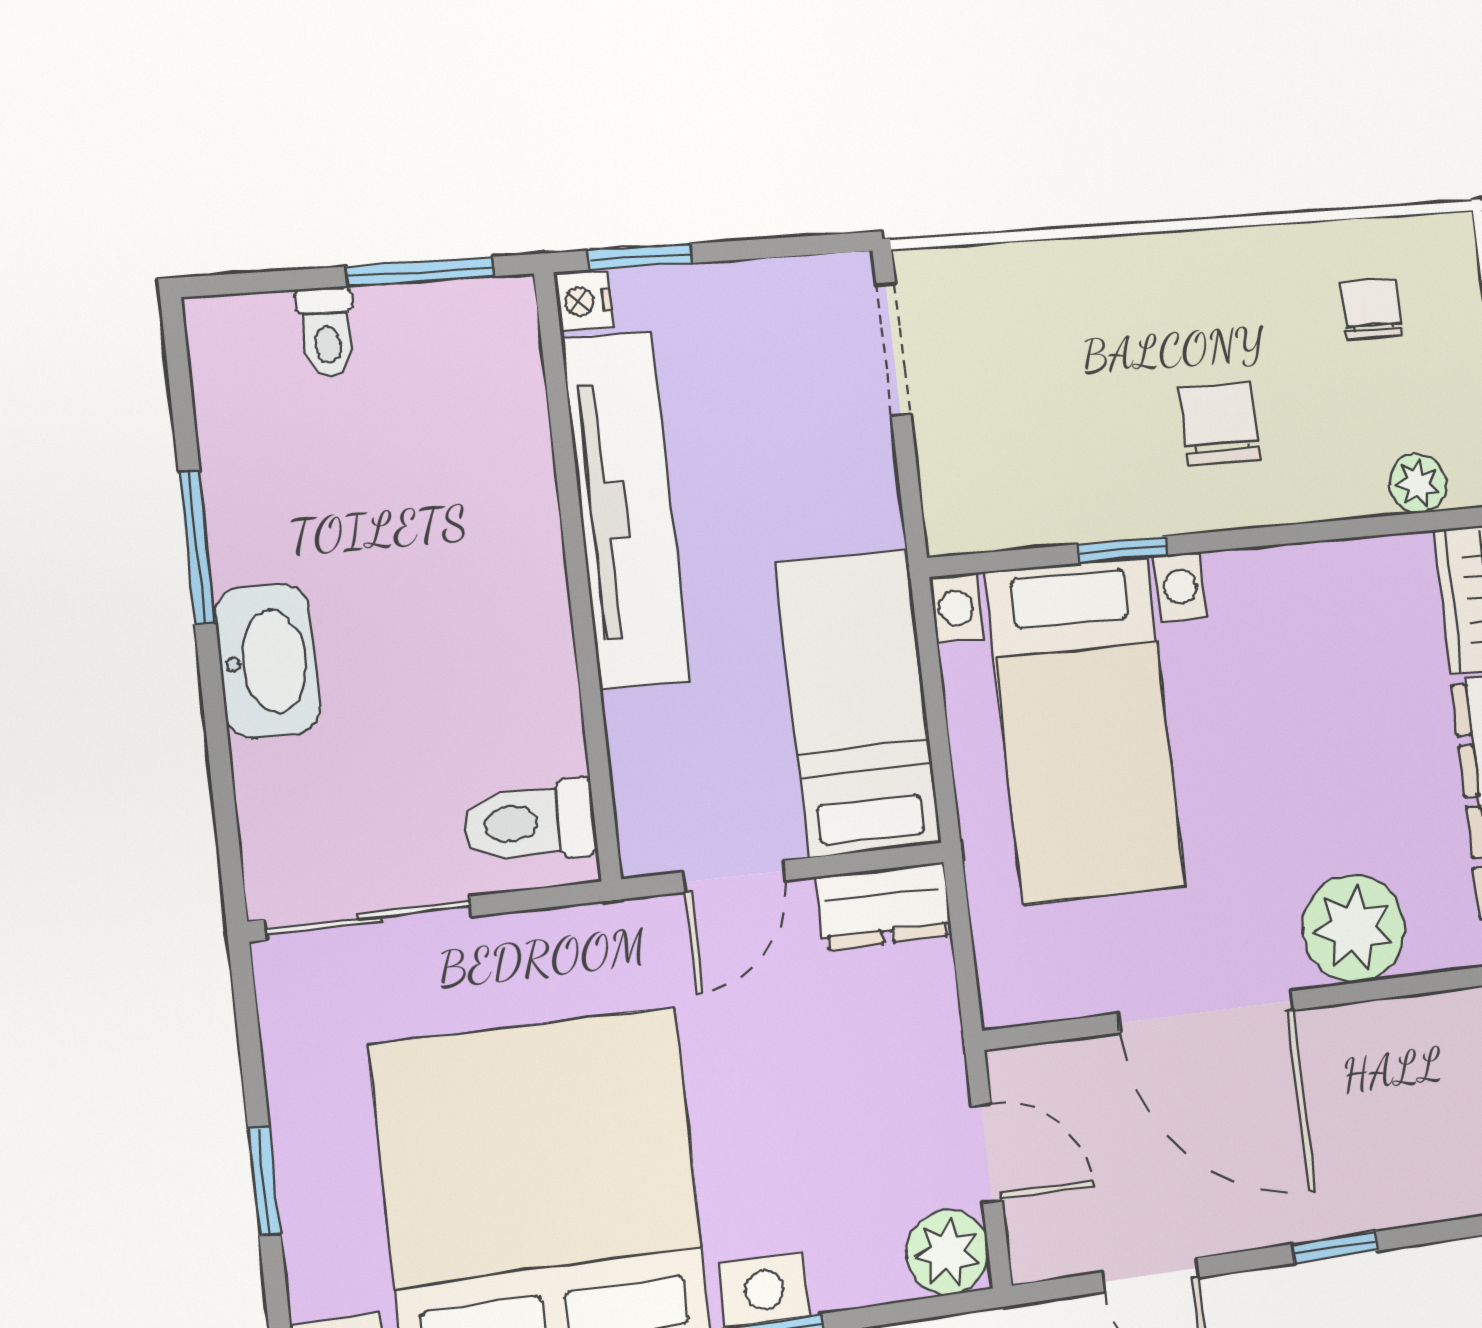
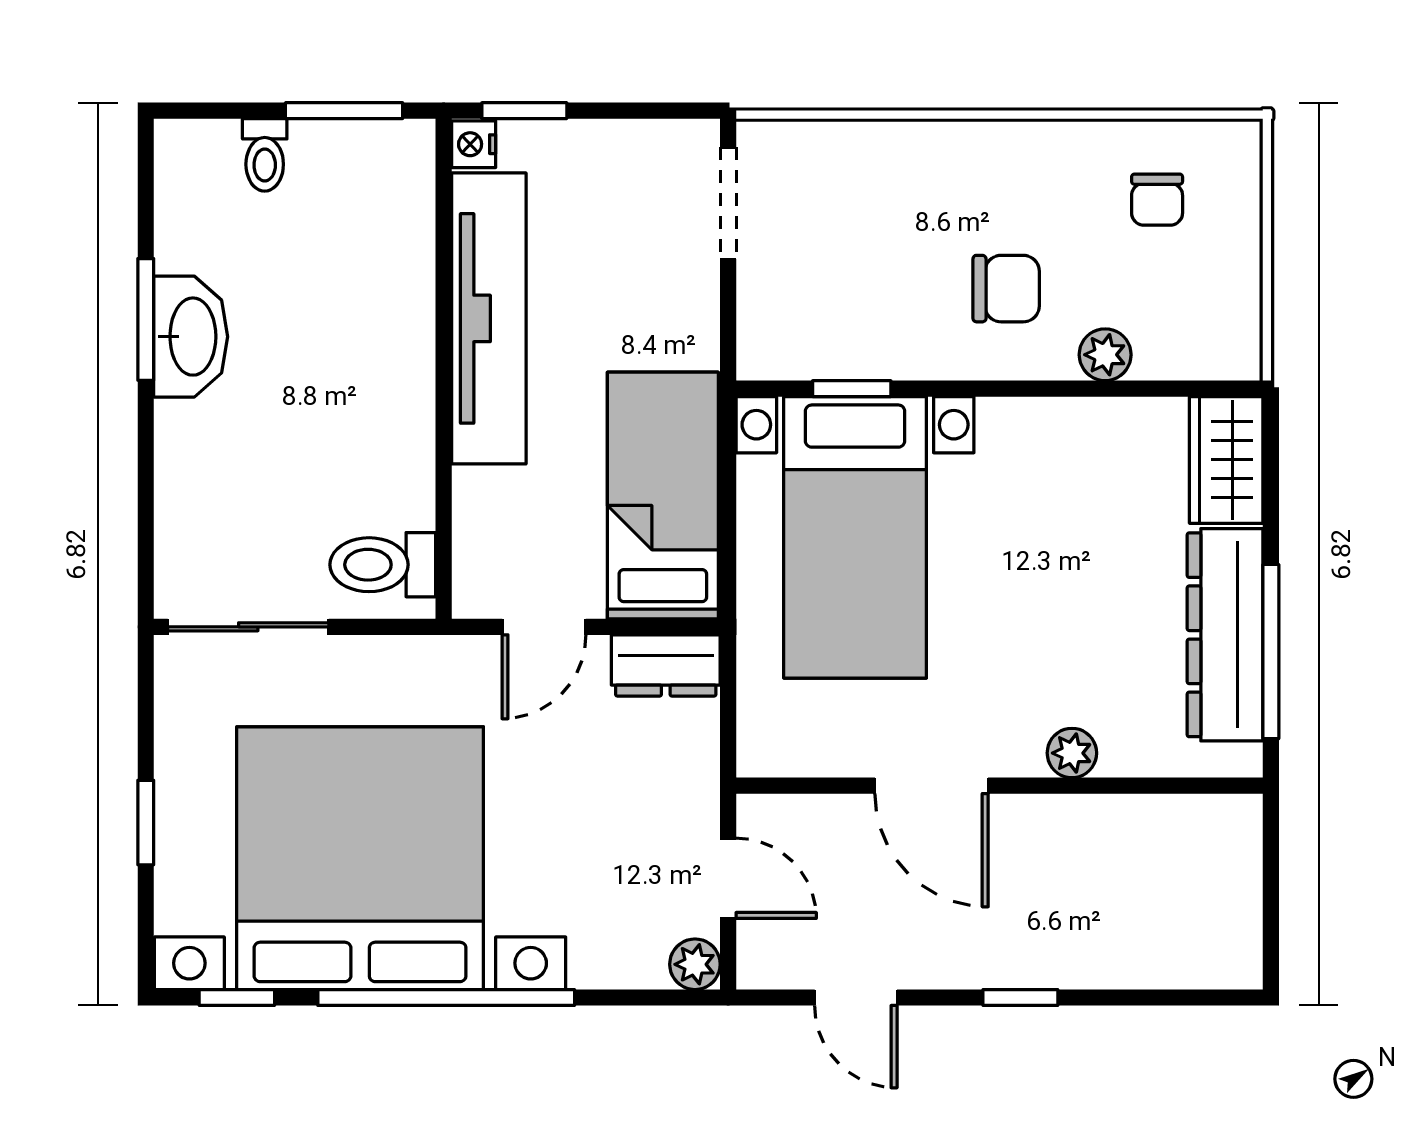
chair: (1372, 310) -> (1157, 200), turned 180
chair: (1220, 424) -> (1006, 289), turned 90
plant: (1418, 483) -> (1105, 355), moved
window: (1122, 550) -> (852, 389), moved
washbasin: (267, 661) -> (191, 337), moved
plant: (1354, 929) -> (1072, 753), width x0.53, depth x0.53
door: (1206, 1012) -> (932, 786), width x0.73
plant: (948, 1252) -> (695, 964), width x0.73, depth x0.73

